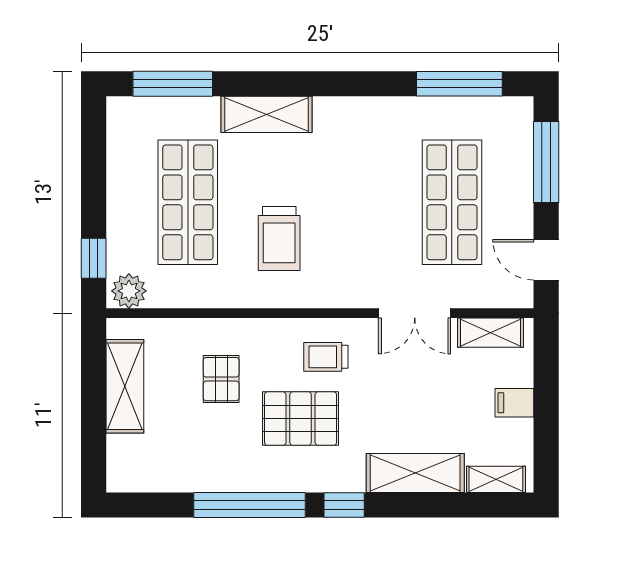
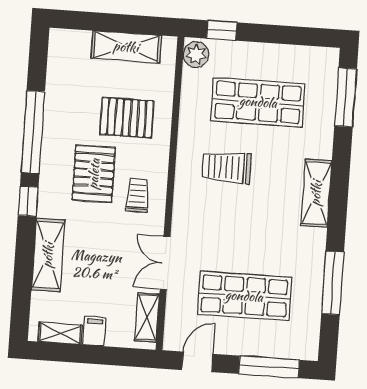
window: (459, 84) -> (333, 283), moved
shelving: (267, 114) -> (316, 193), moved
pallet: (221, 379) -> (127, 118), width x1.50, depth x1.42
shelving: (496, 479) -> (60, 333), moved, turned 90

